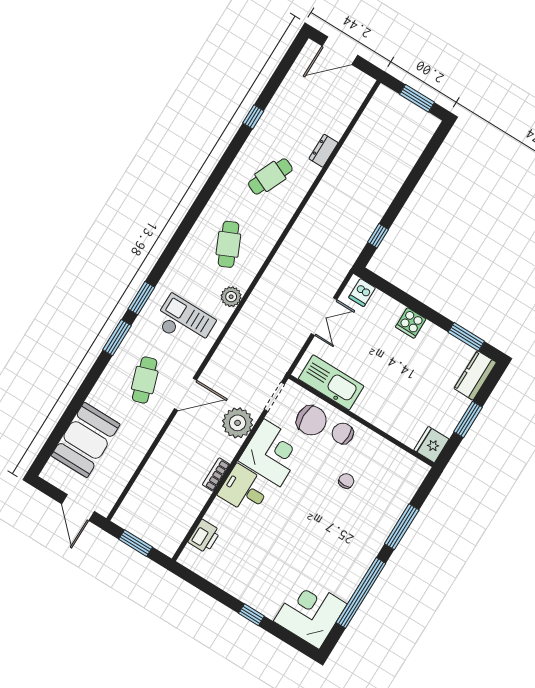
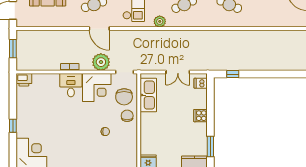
dresser: (324, 151) -> (257, 23), removed
printer: (204, 536) -> (24, 80), moved

